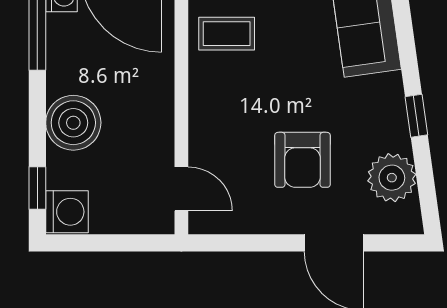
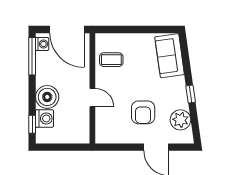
door: (181, 189) -> (92, 98), moved
washing machine: (67, 212) -> (44, 118), moved

